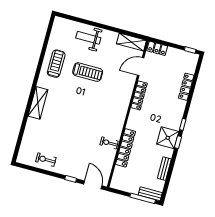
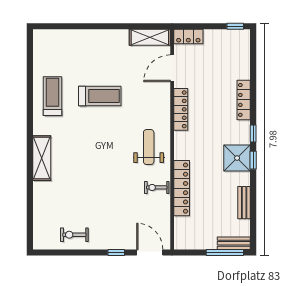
weight bench: (88, 38) -> (149, 147), moved, turned 90
locker: (186, 87) -> (244, 100), moved

